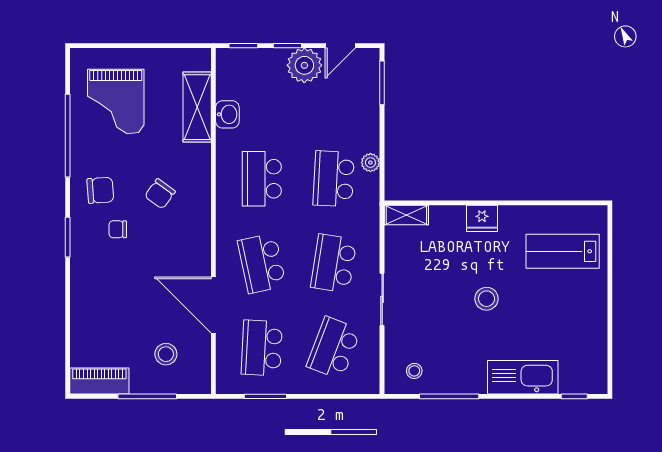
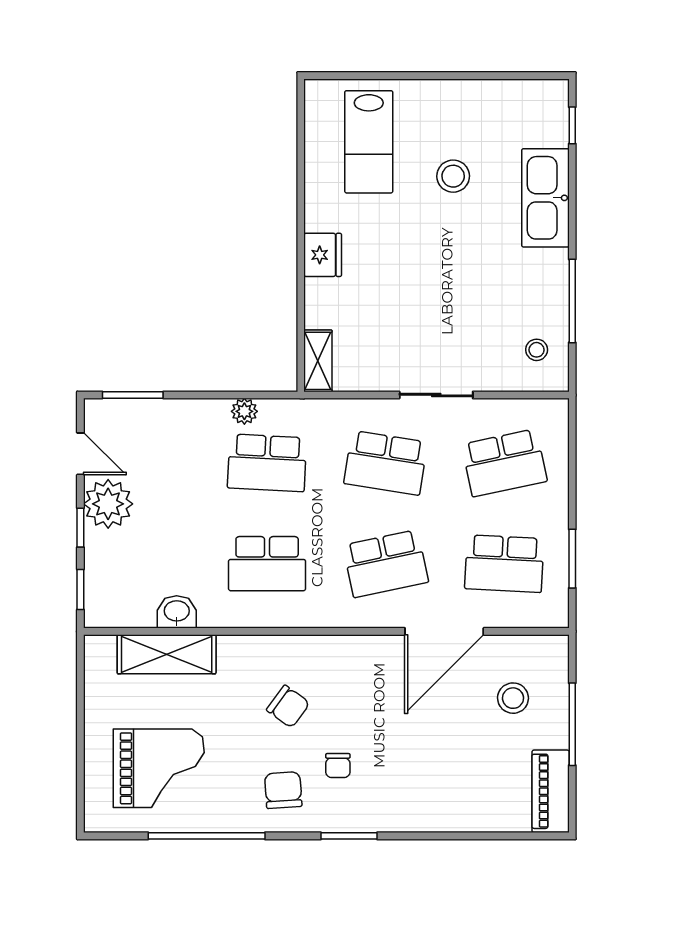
stool: (487, 299) -> (453, 176), moved
school desk: (334, 348) -> (504, 463), turned -33

